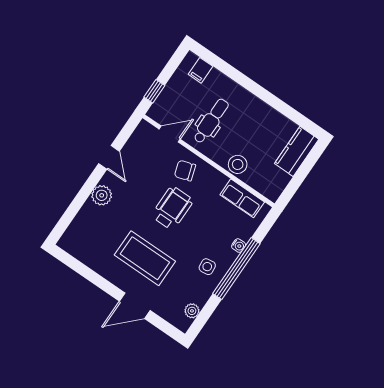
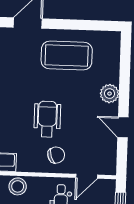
wheelchair: (172, 208) -> (47, 119), turned 180
coffee table: (145, 258) -> (67, 55), moved

